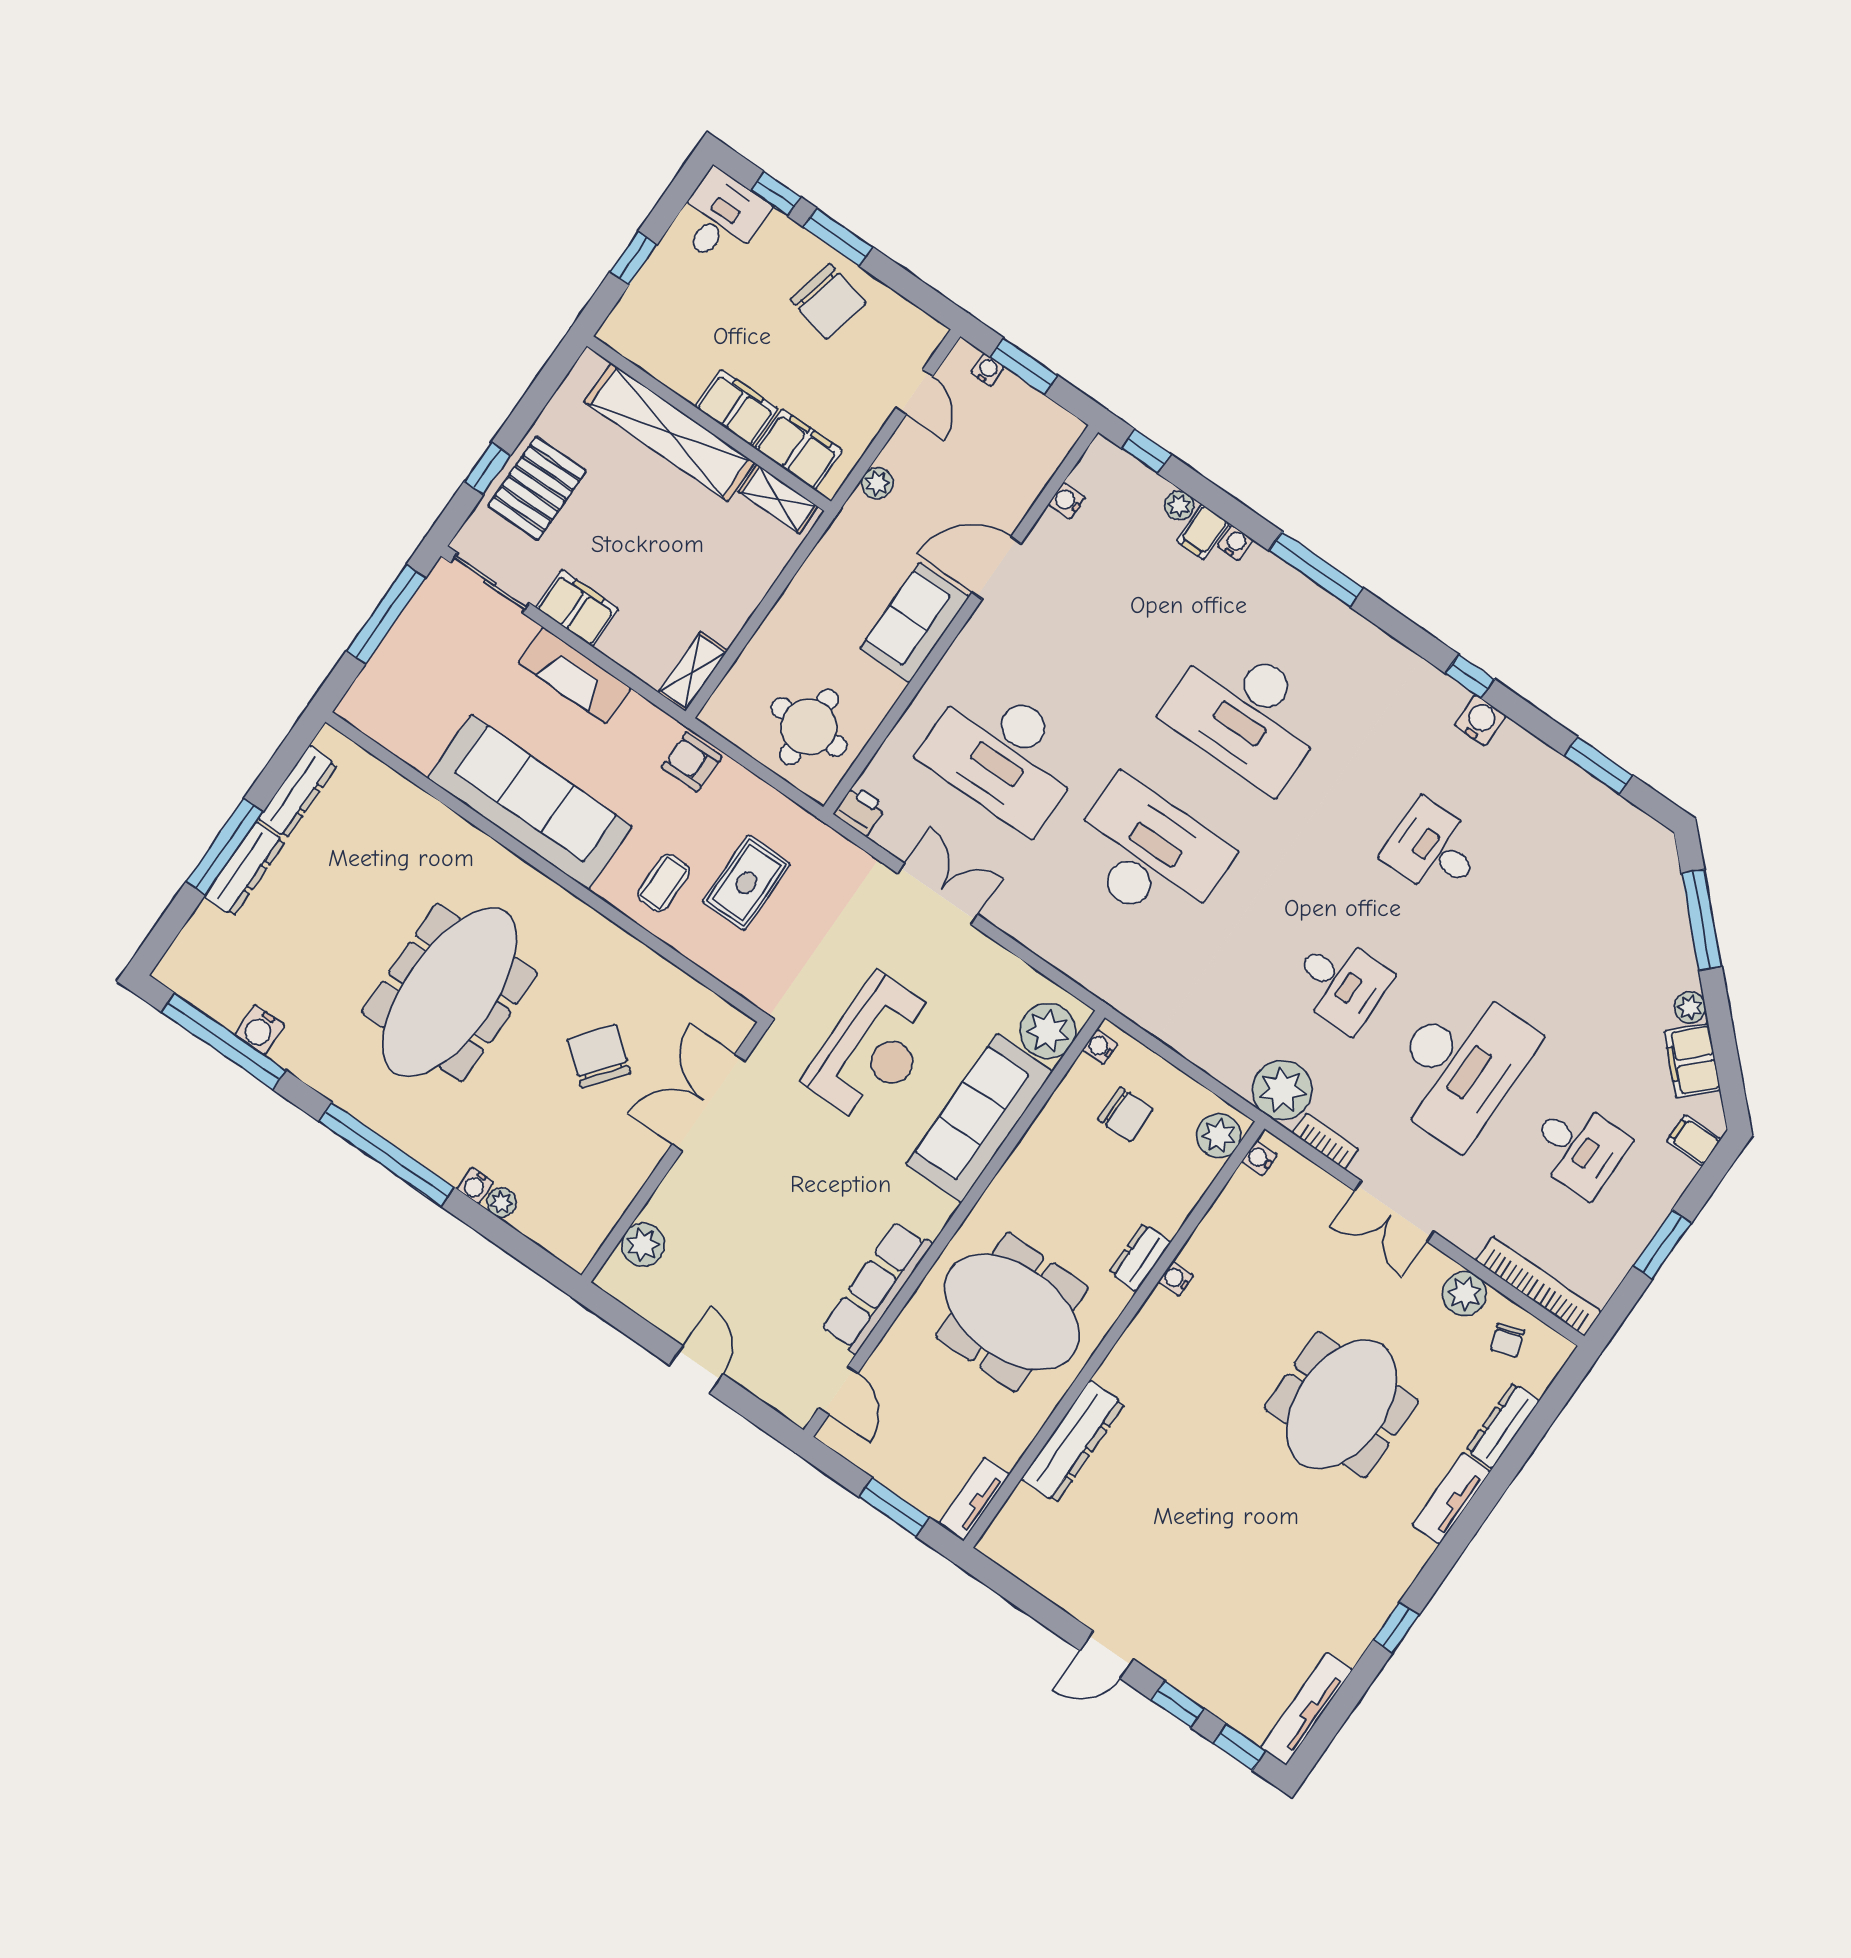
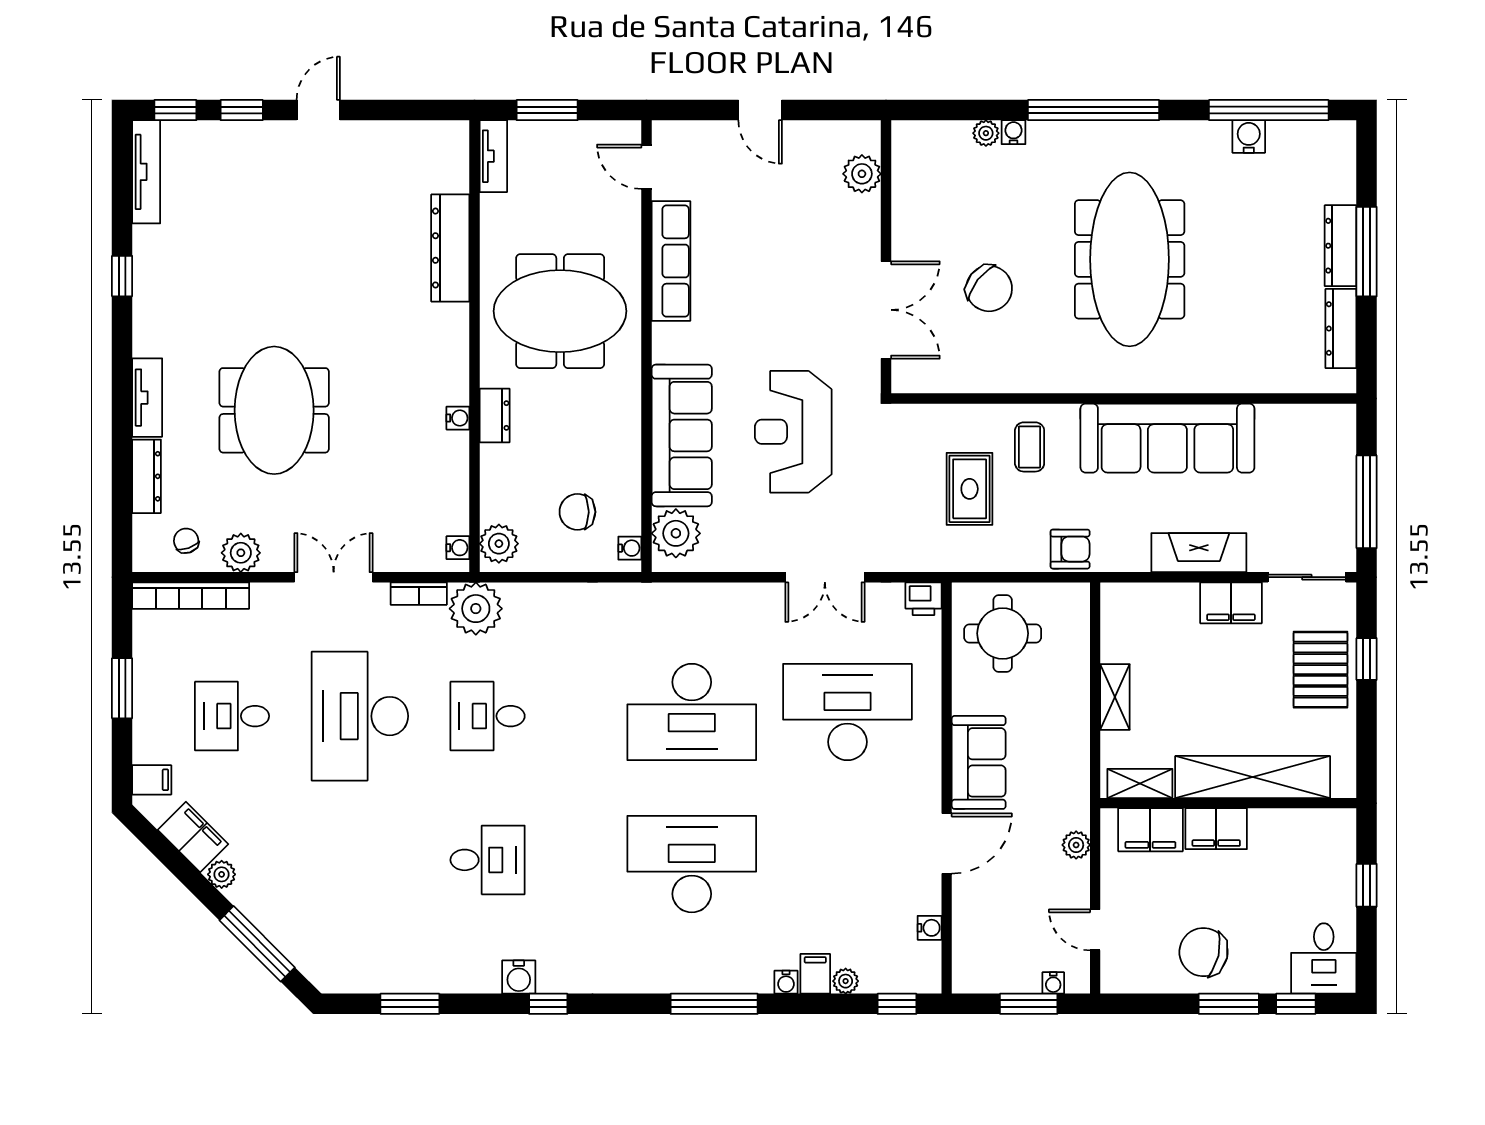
shelving: (693, 671) -> (1115, 697), moved

